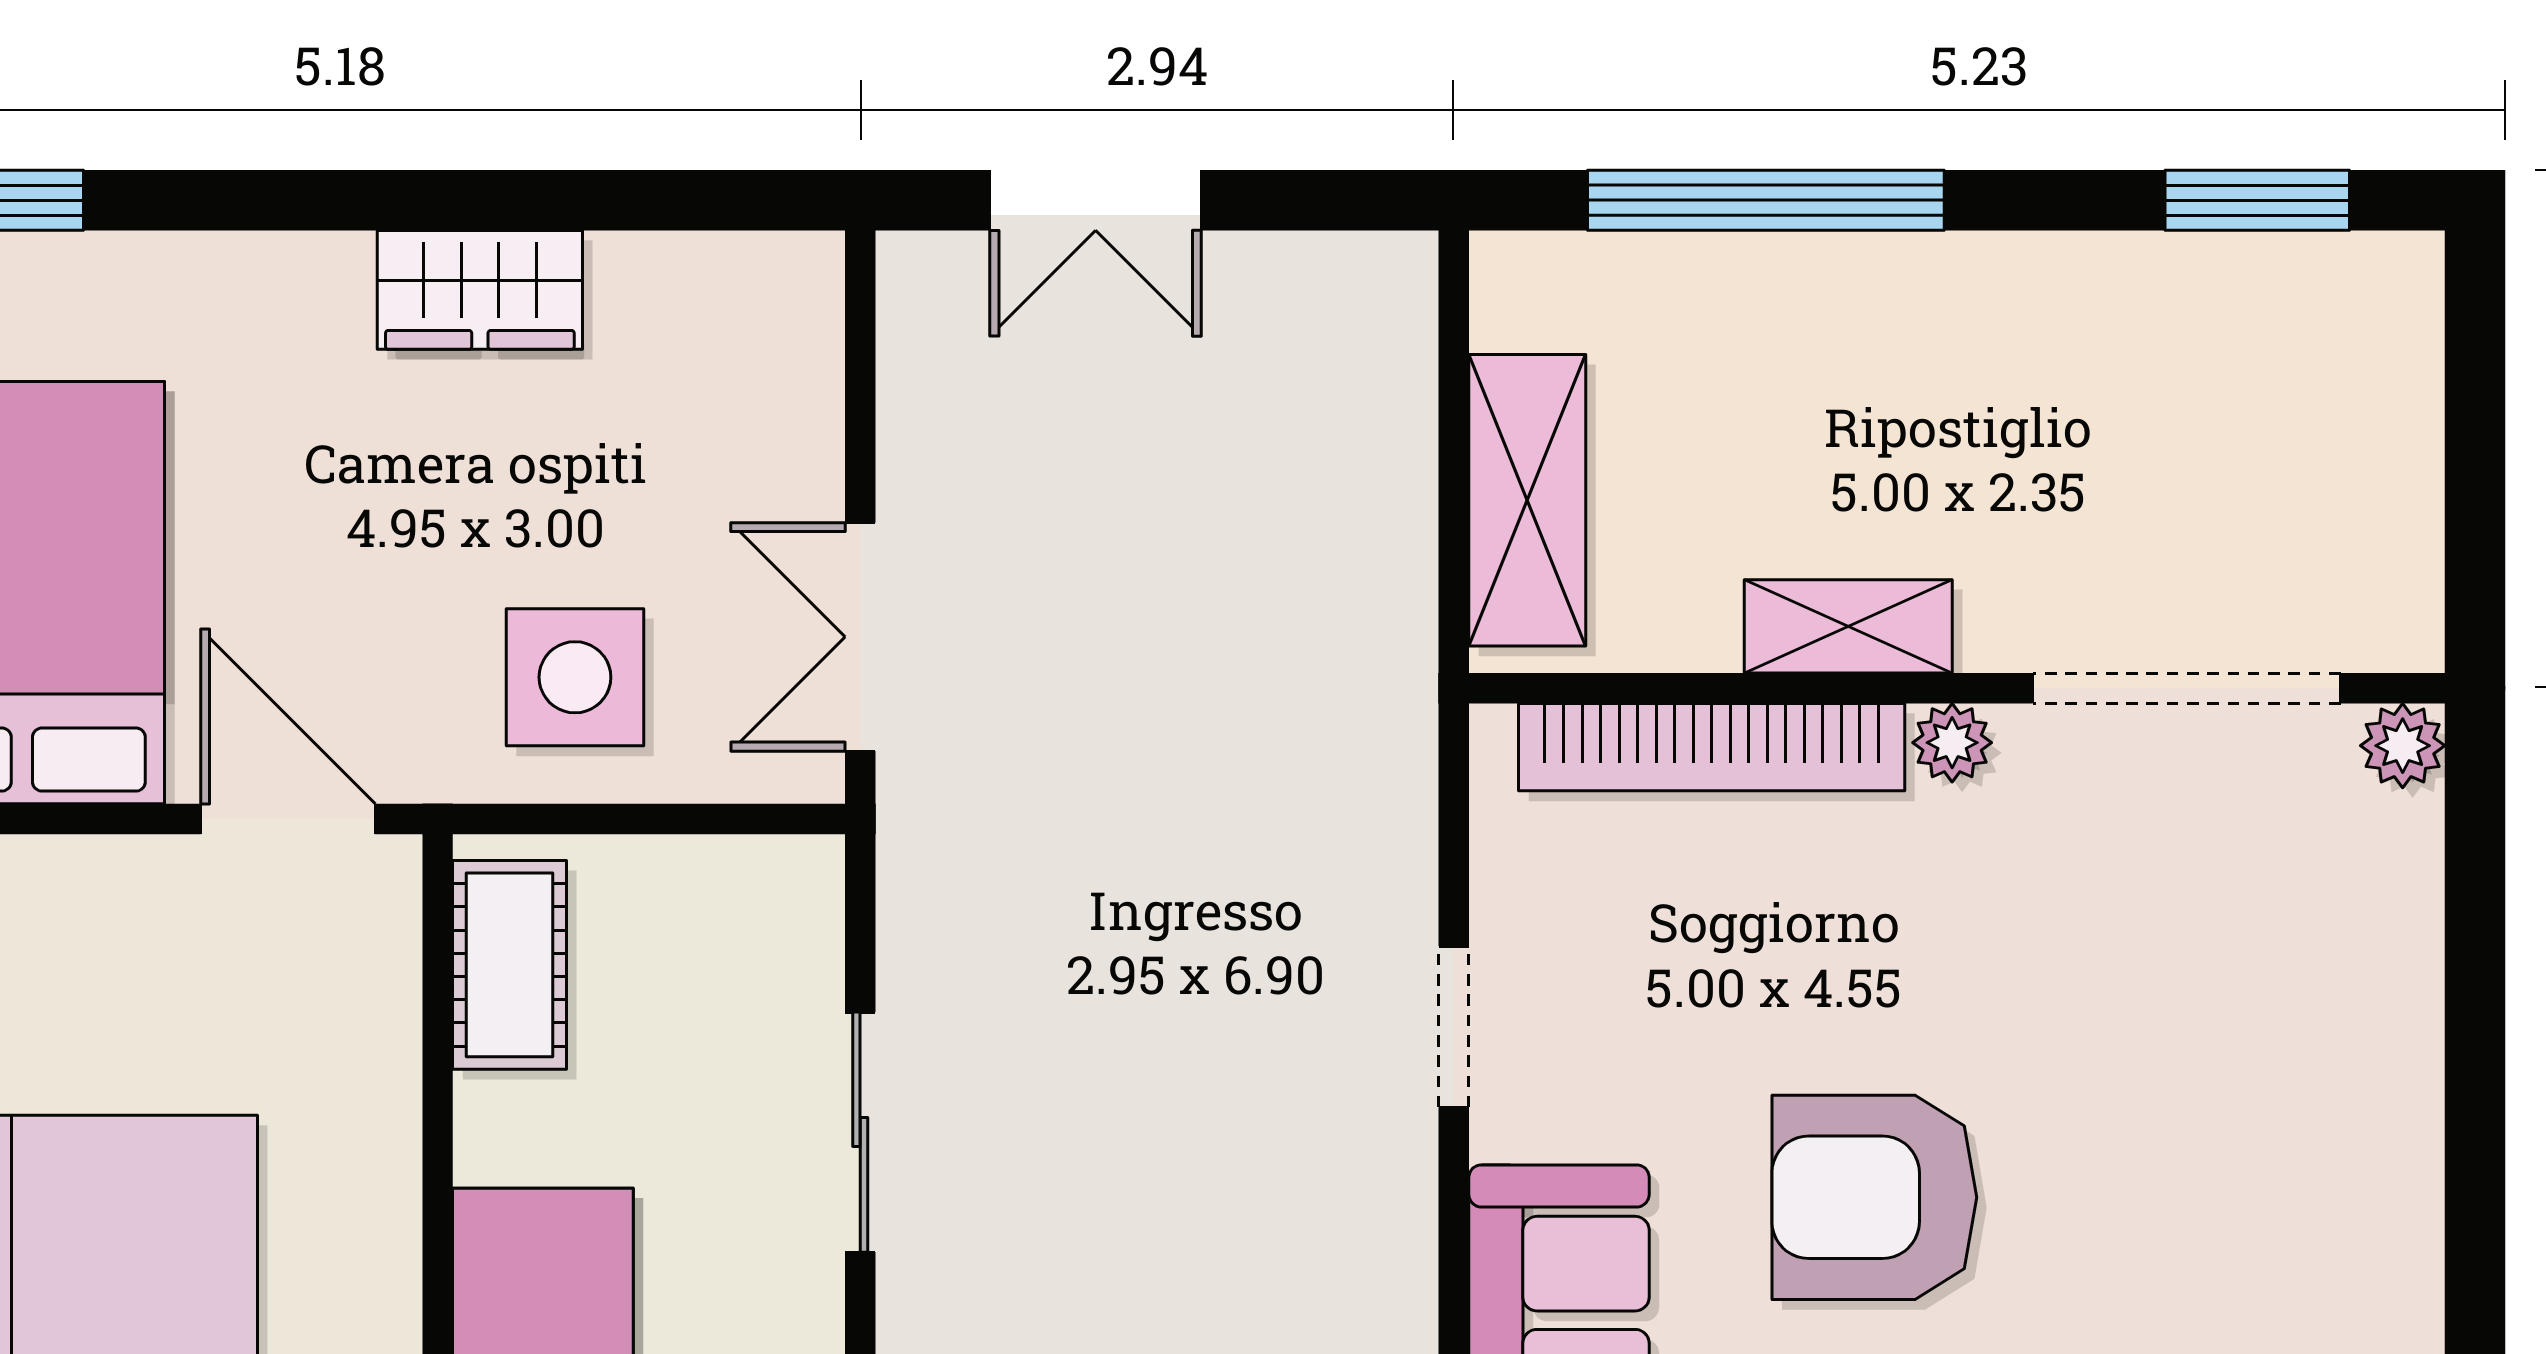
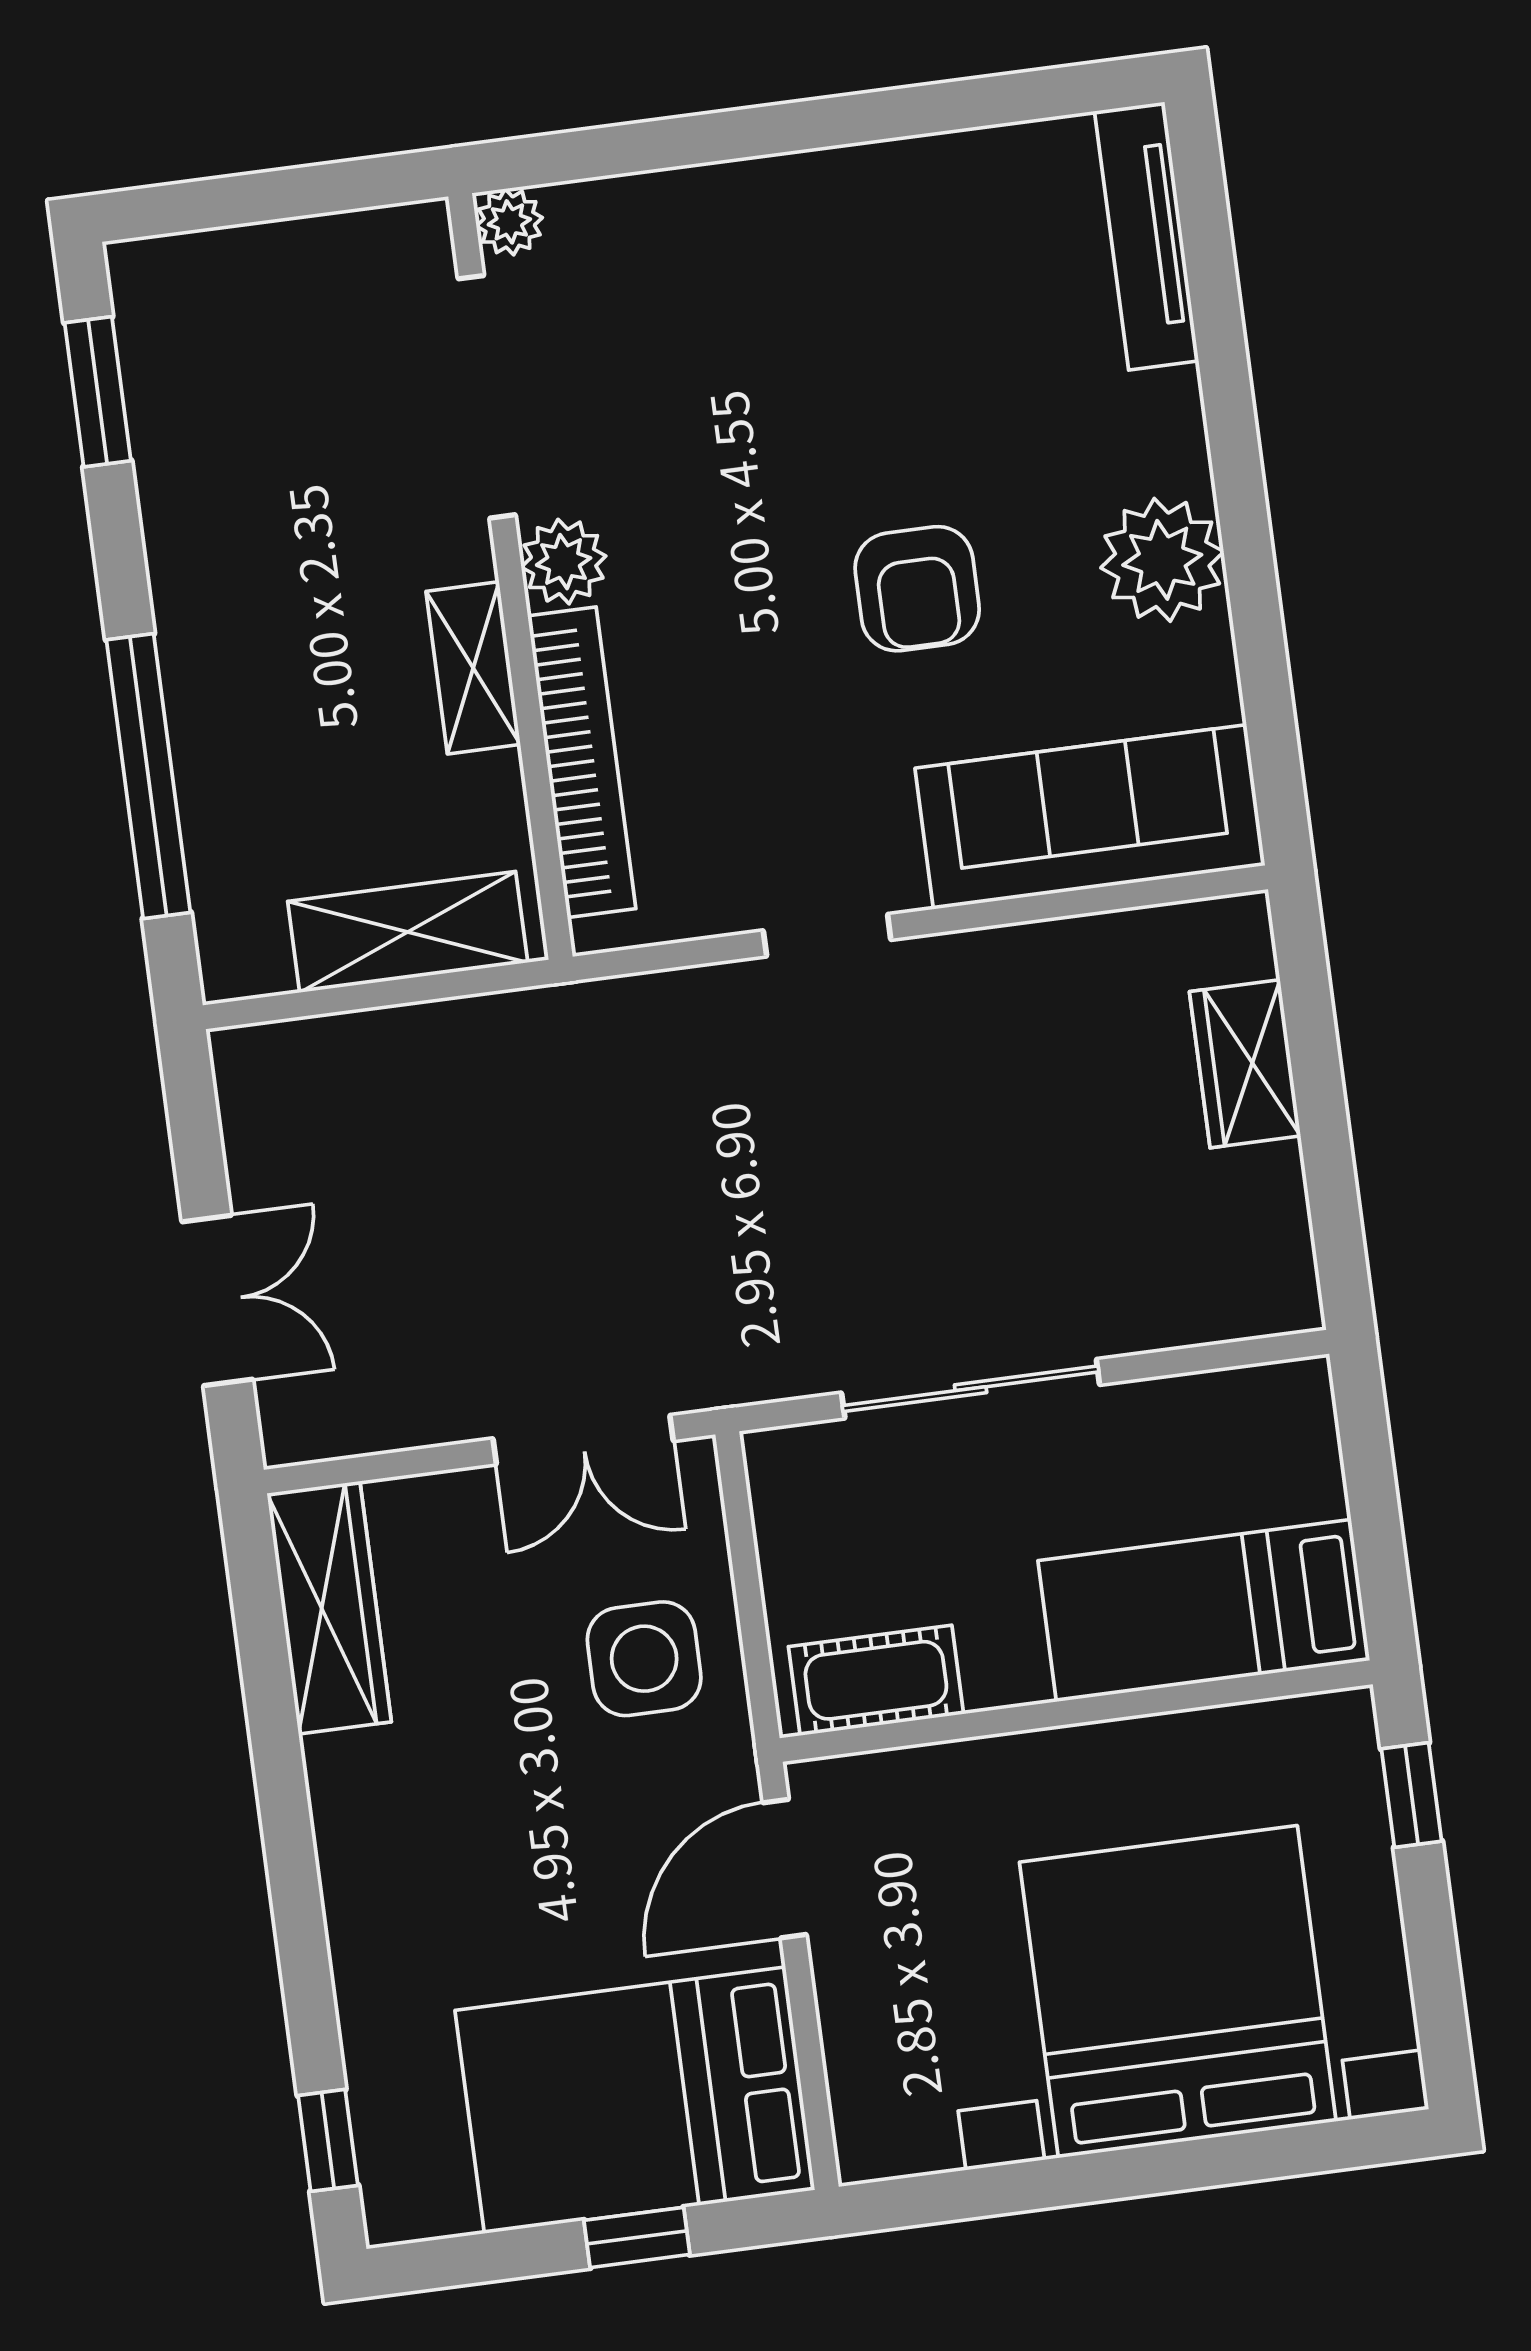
wardrobe: (480, 290) -> (329, 1608), moved, width x1.50
plant: (1952, 743) -> (564, 562), width x1.38, depth x1.38
sliding door: (860, 1132) -> (971, 1389), width x1.37
armchair: (1874, 1197) -> (917, 589), width x0.73, depth x0.73

